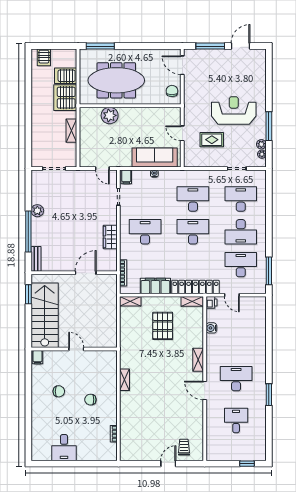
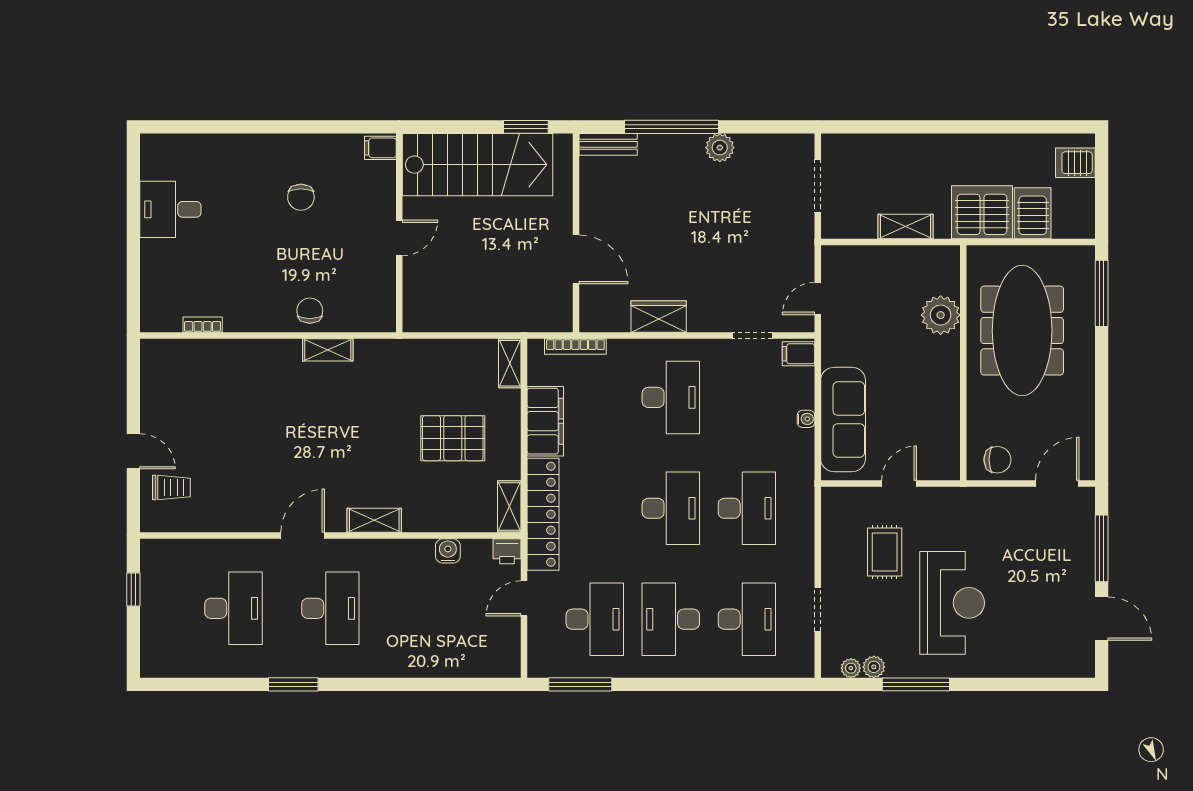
chair: (90, 400) -> (310, 311), moved
desk: (236, 420) -> (233, 608), width x1.37
window: (247, 464) -> (133, 589), moved

